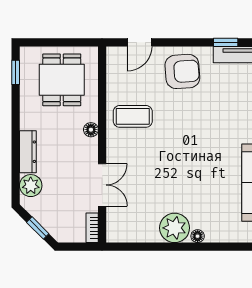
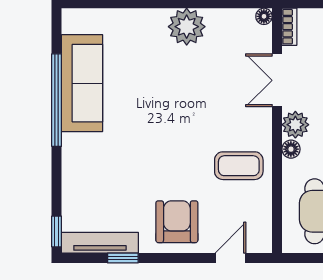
armchair: (182, 71) -> (177, 222), turned 94
plant: (87, 149) -> (295, 125), added
floor lamp: (198, 236) -> (264, 16), moved

